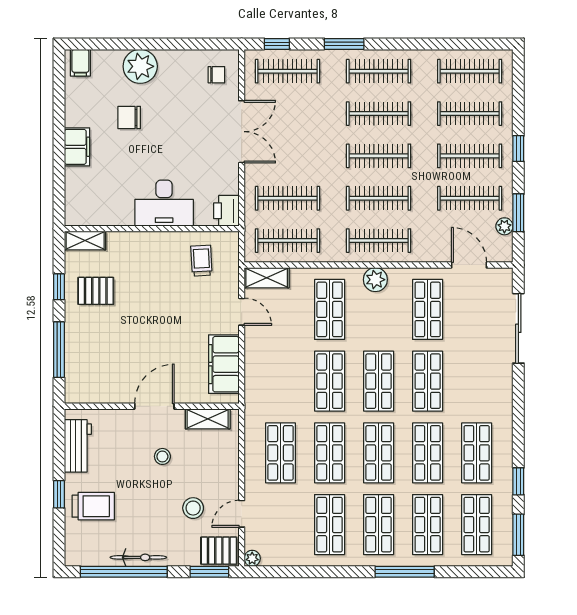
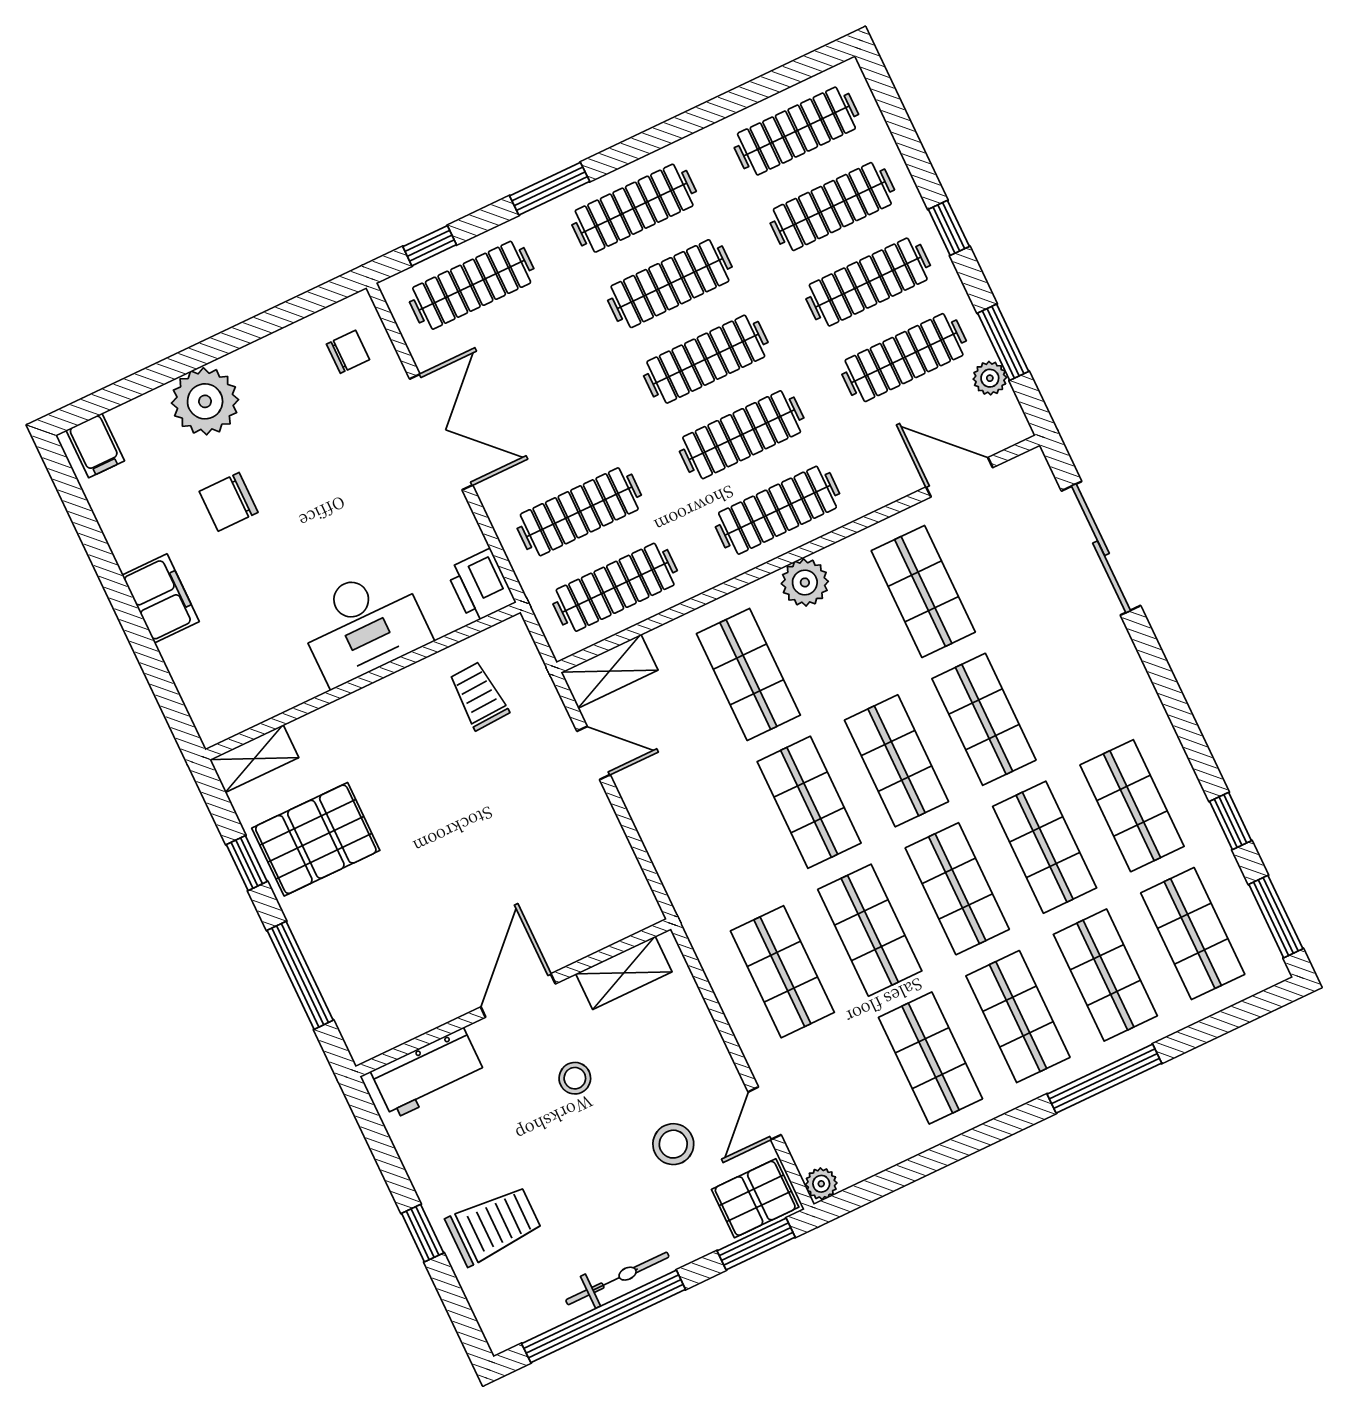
pallet: (96, 291) -> (316, 839), width x1.50, depth x1.42
filing cabinet: (224, 364) -> (606, 862), removed
workbench: (78, 446) -> (428, 1073), moved, turned 90

